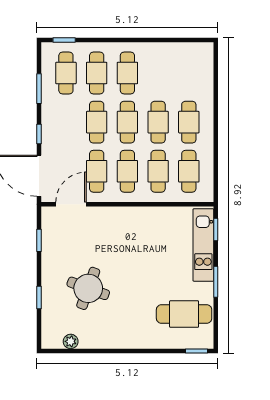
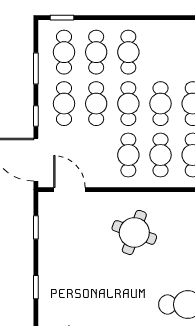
cafe table: (97, 171) -> (64, 104), moved
door: (71, 204) -> (69, 190), hinge flipped
round table: (88, 288) -> (134, 232), moved

